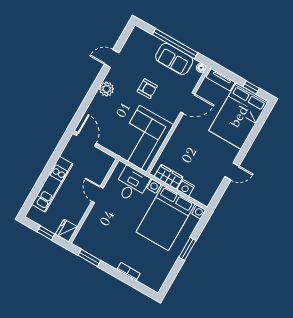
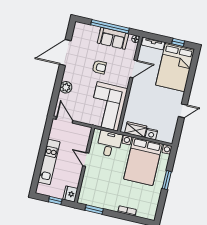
door: (112, 59) -> (65, 52), width x1.88
plant: (107, 89) -> (66, 87), moved

